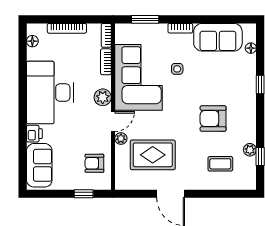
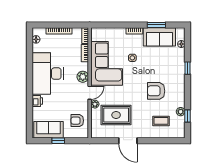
window: (145, 19) -> (156, 25), moved
sofa: (39, 165) -> (49, 130), moved, turned -90
window: (84, 194) -> (58, 141), moved

